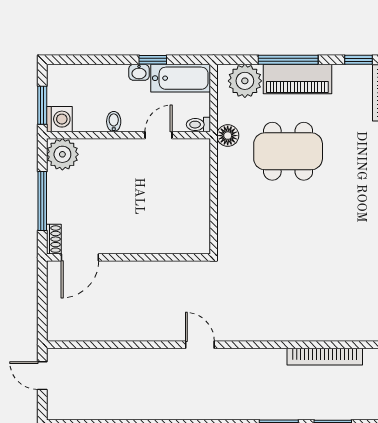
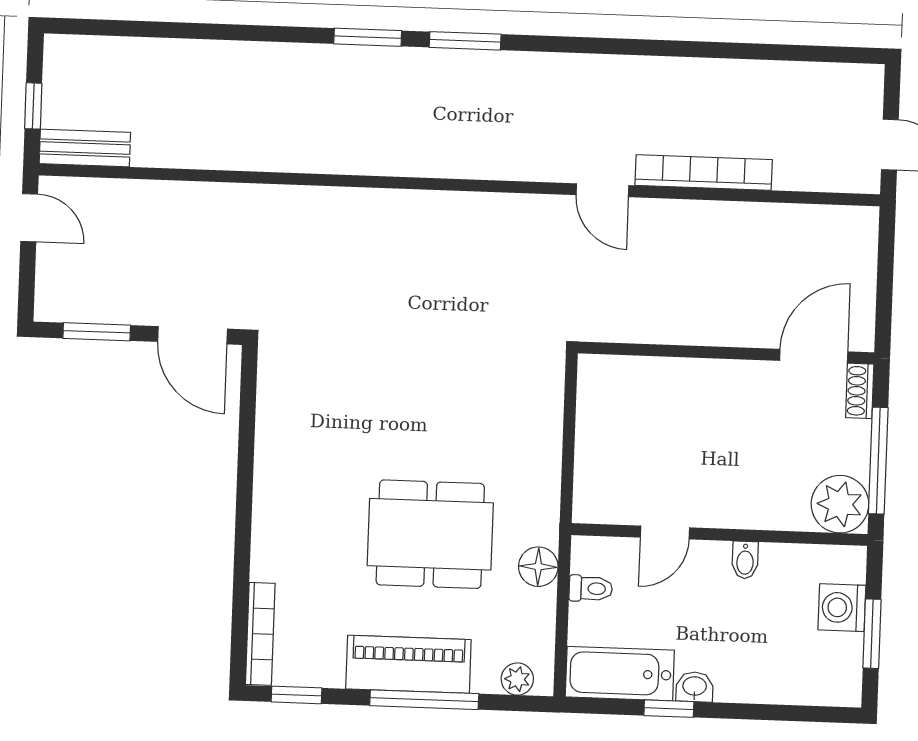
plant: (245, 81) -> (517, 679), width x0.53, depth x0.53
bidet: (114, 122) -> (745, 560), moved
wall: (128, 135) -> (719, 535), moved
door: (158, 135) -> (665, 533), moved
plant: (62, 154) -> (840, 504), moved
bookcase: (325, 357) -> (704, 172), moved

